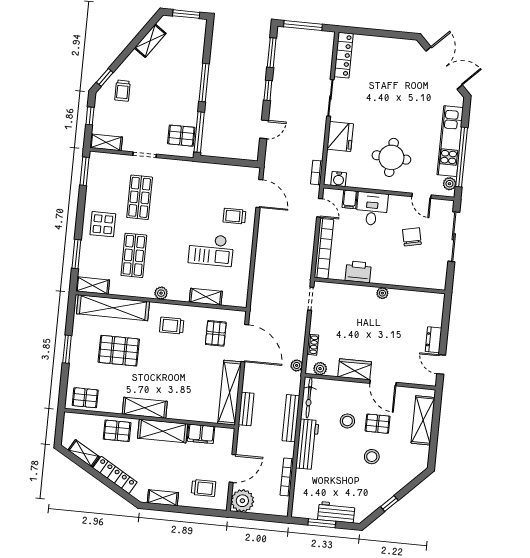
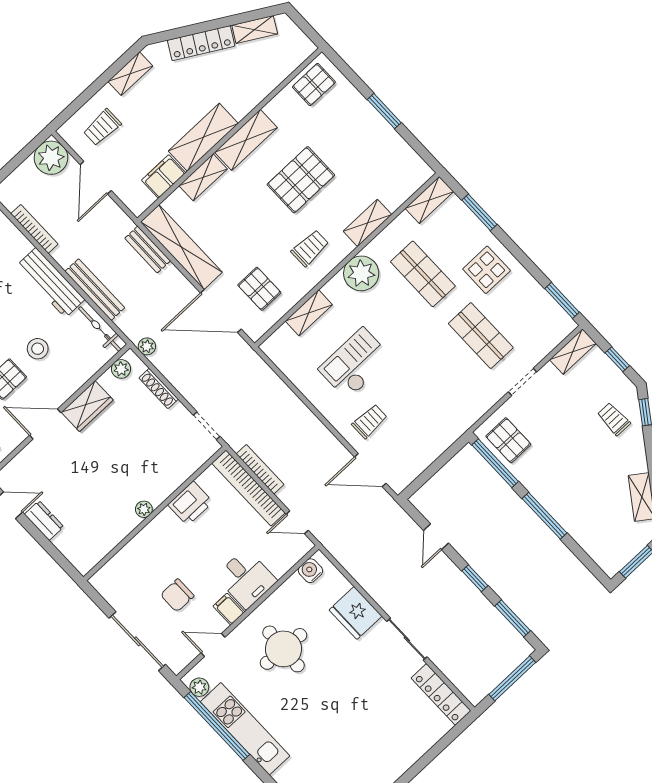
pallet: (181, 136) -> (508, 440), turned 90
bookcase: (317, 173) -> (260, 469), moved, width x1.56
filing cabinet: (350, 199) -> (229, 609), moved
chair: (412, 237) -> (177, 595), turned 102
plant: (161, 293) -> (361, 273), width x1.88, depth x1.88
shelving: (113, 308) -> (367, 223), width x0.45, depth x0.75
shoe rack: (313, 345) -> (159, 388), width x1.43
pallet: (119, 351) -> (301, 180), moved
shelving: (183, 413) -> (203, 177), added
pallet: (117, 431) -> (247, 88), removed

